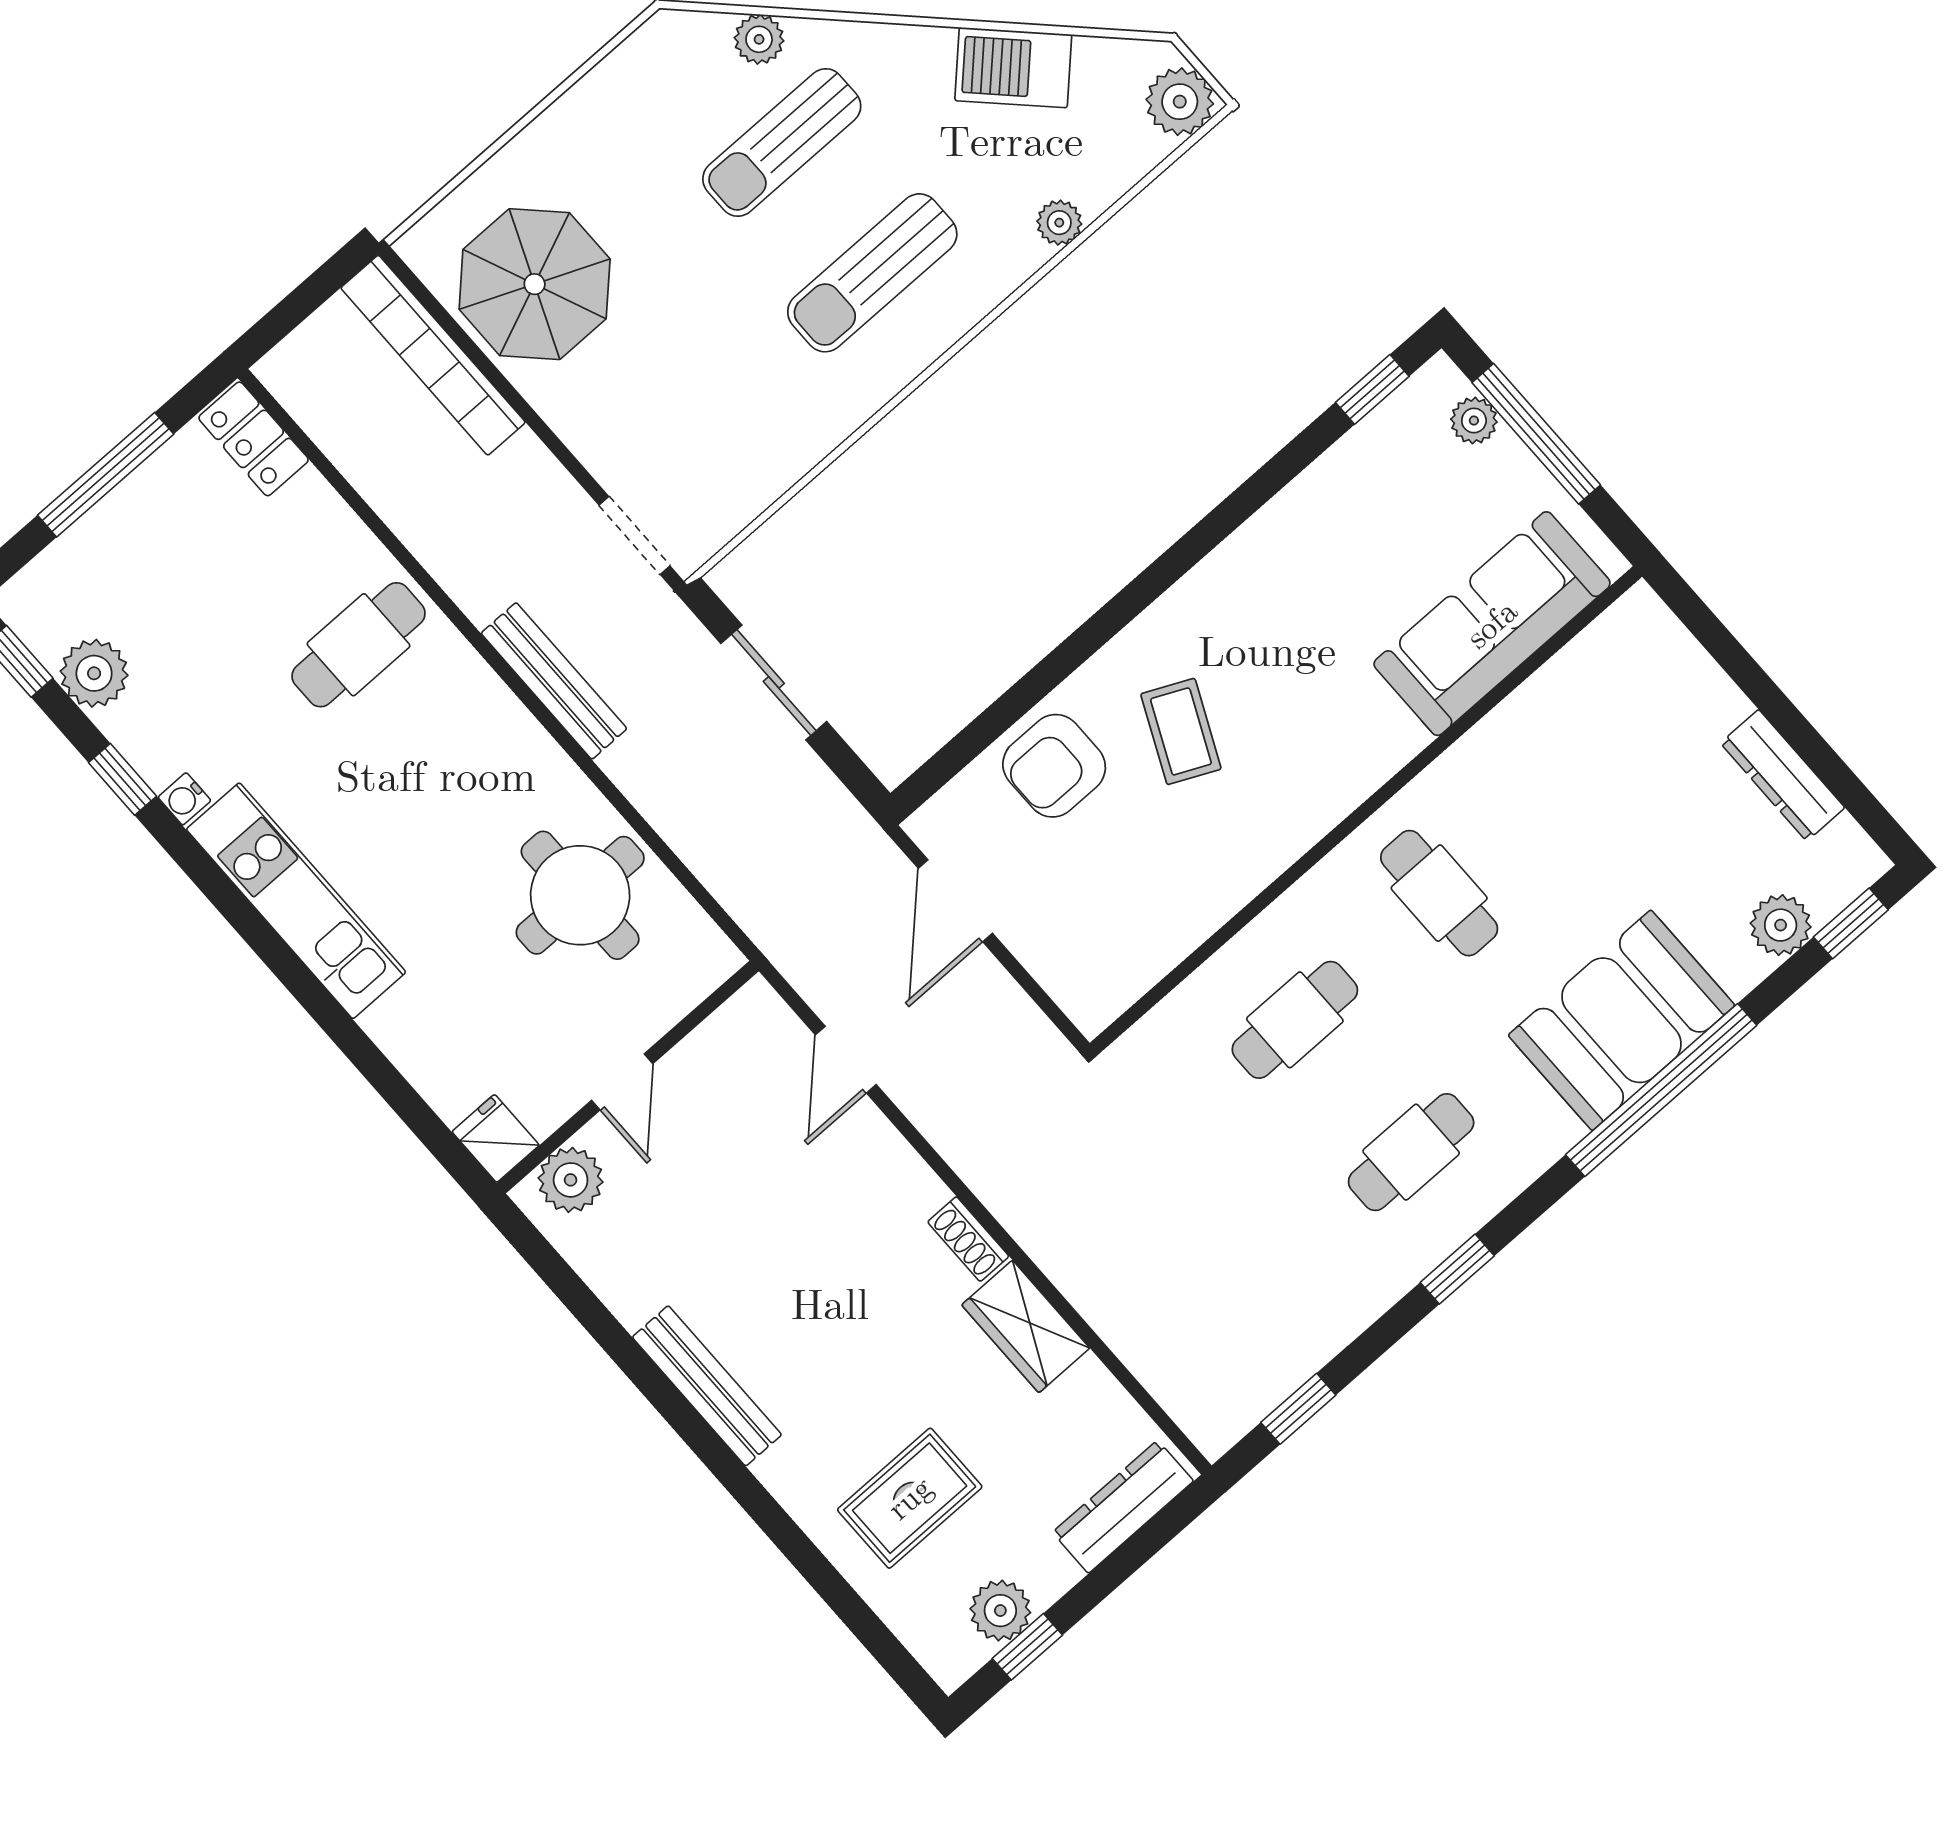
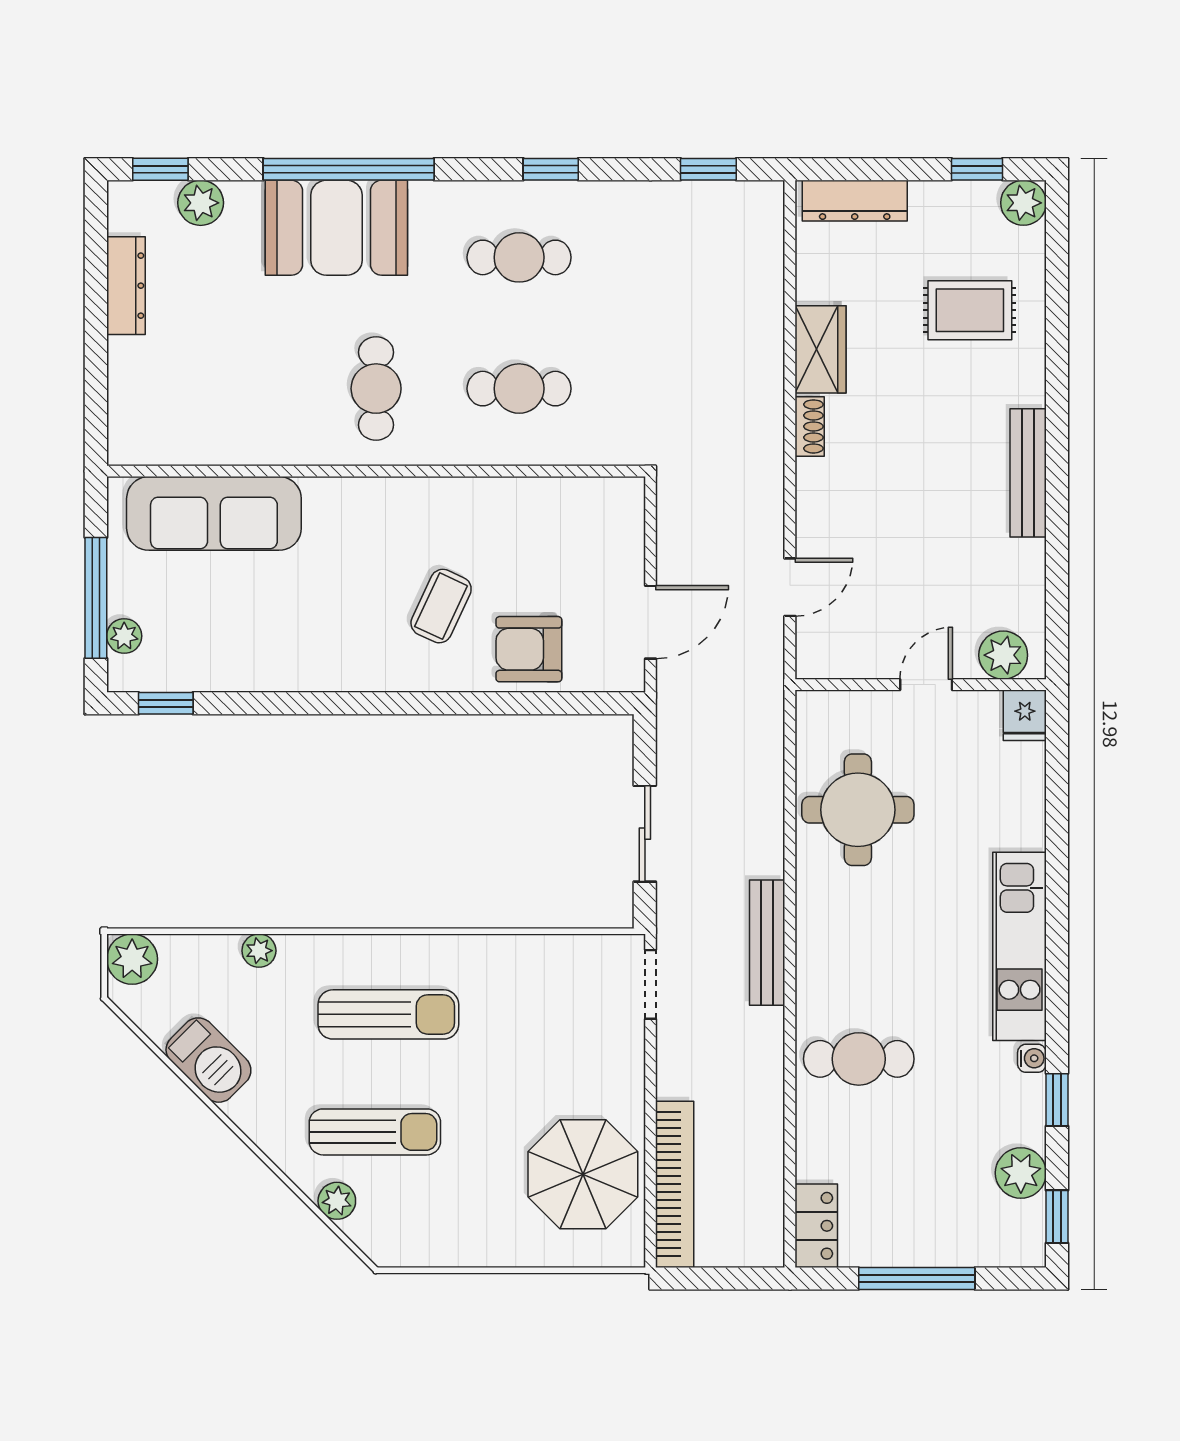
armchair: (1054, 766) -> (529, 649), turned 180
plant: (1000, 1611) -> (1023, 203), moved

